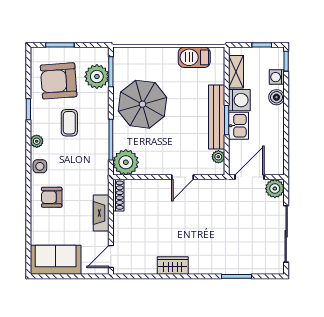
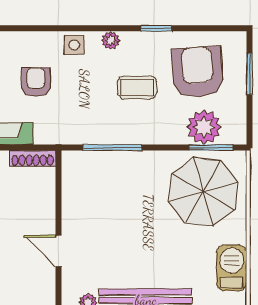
parasol: (142, 104) -> (203, 192), moved
plant: (126, 162) -> (80, 169), removed
armchair: (52, 197) -> (36, 82), moved

